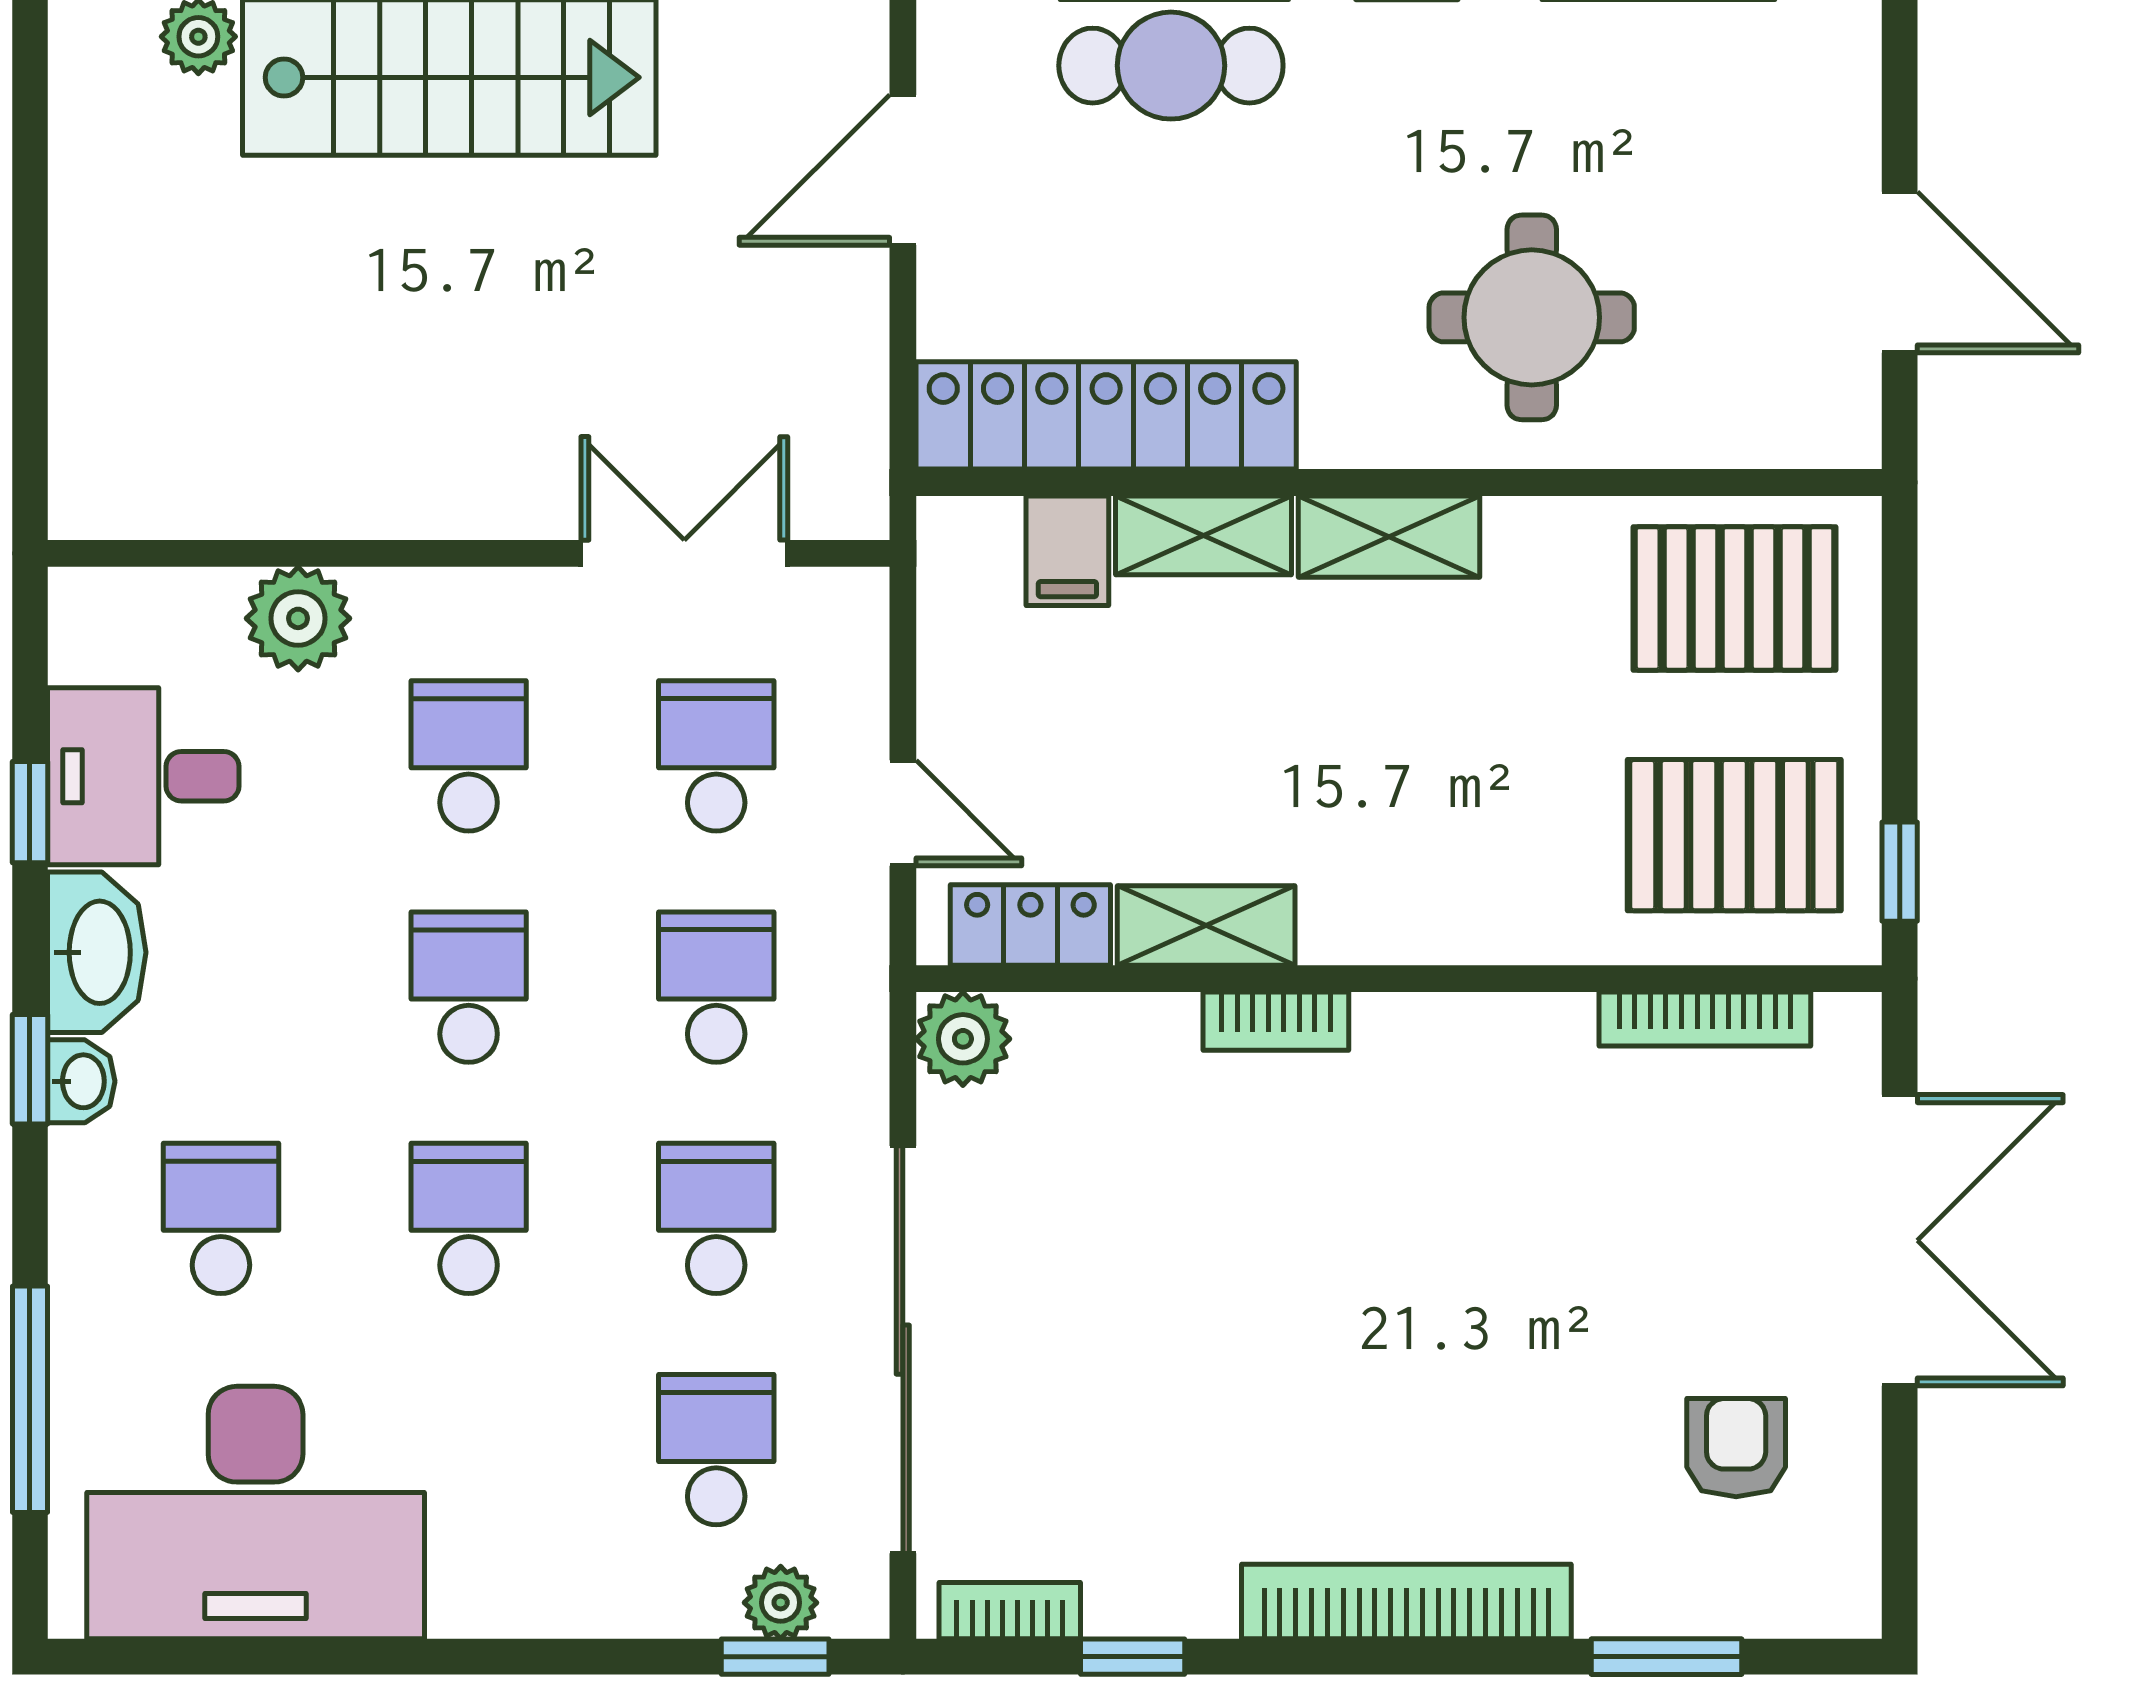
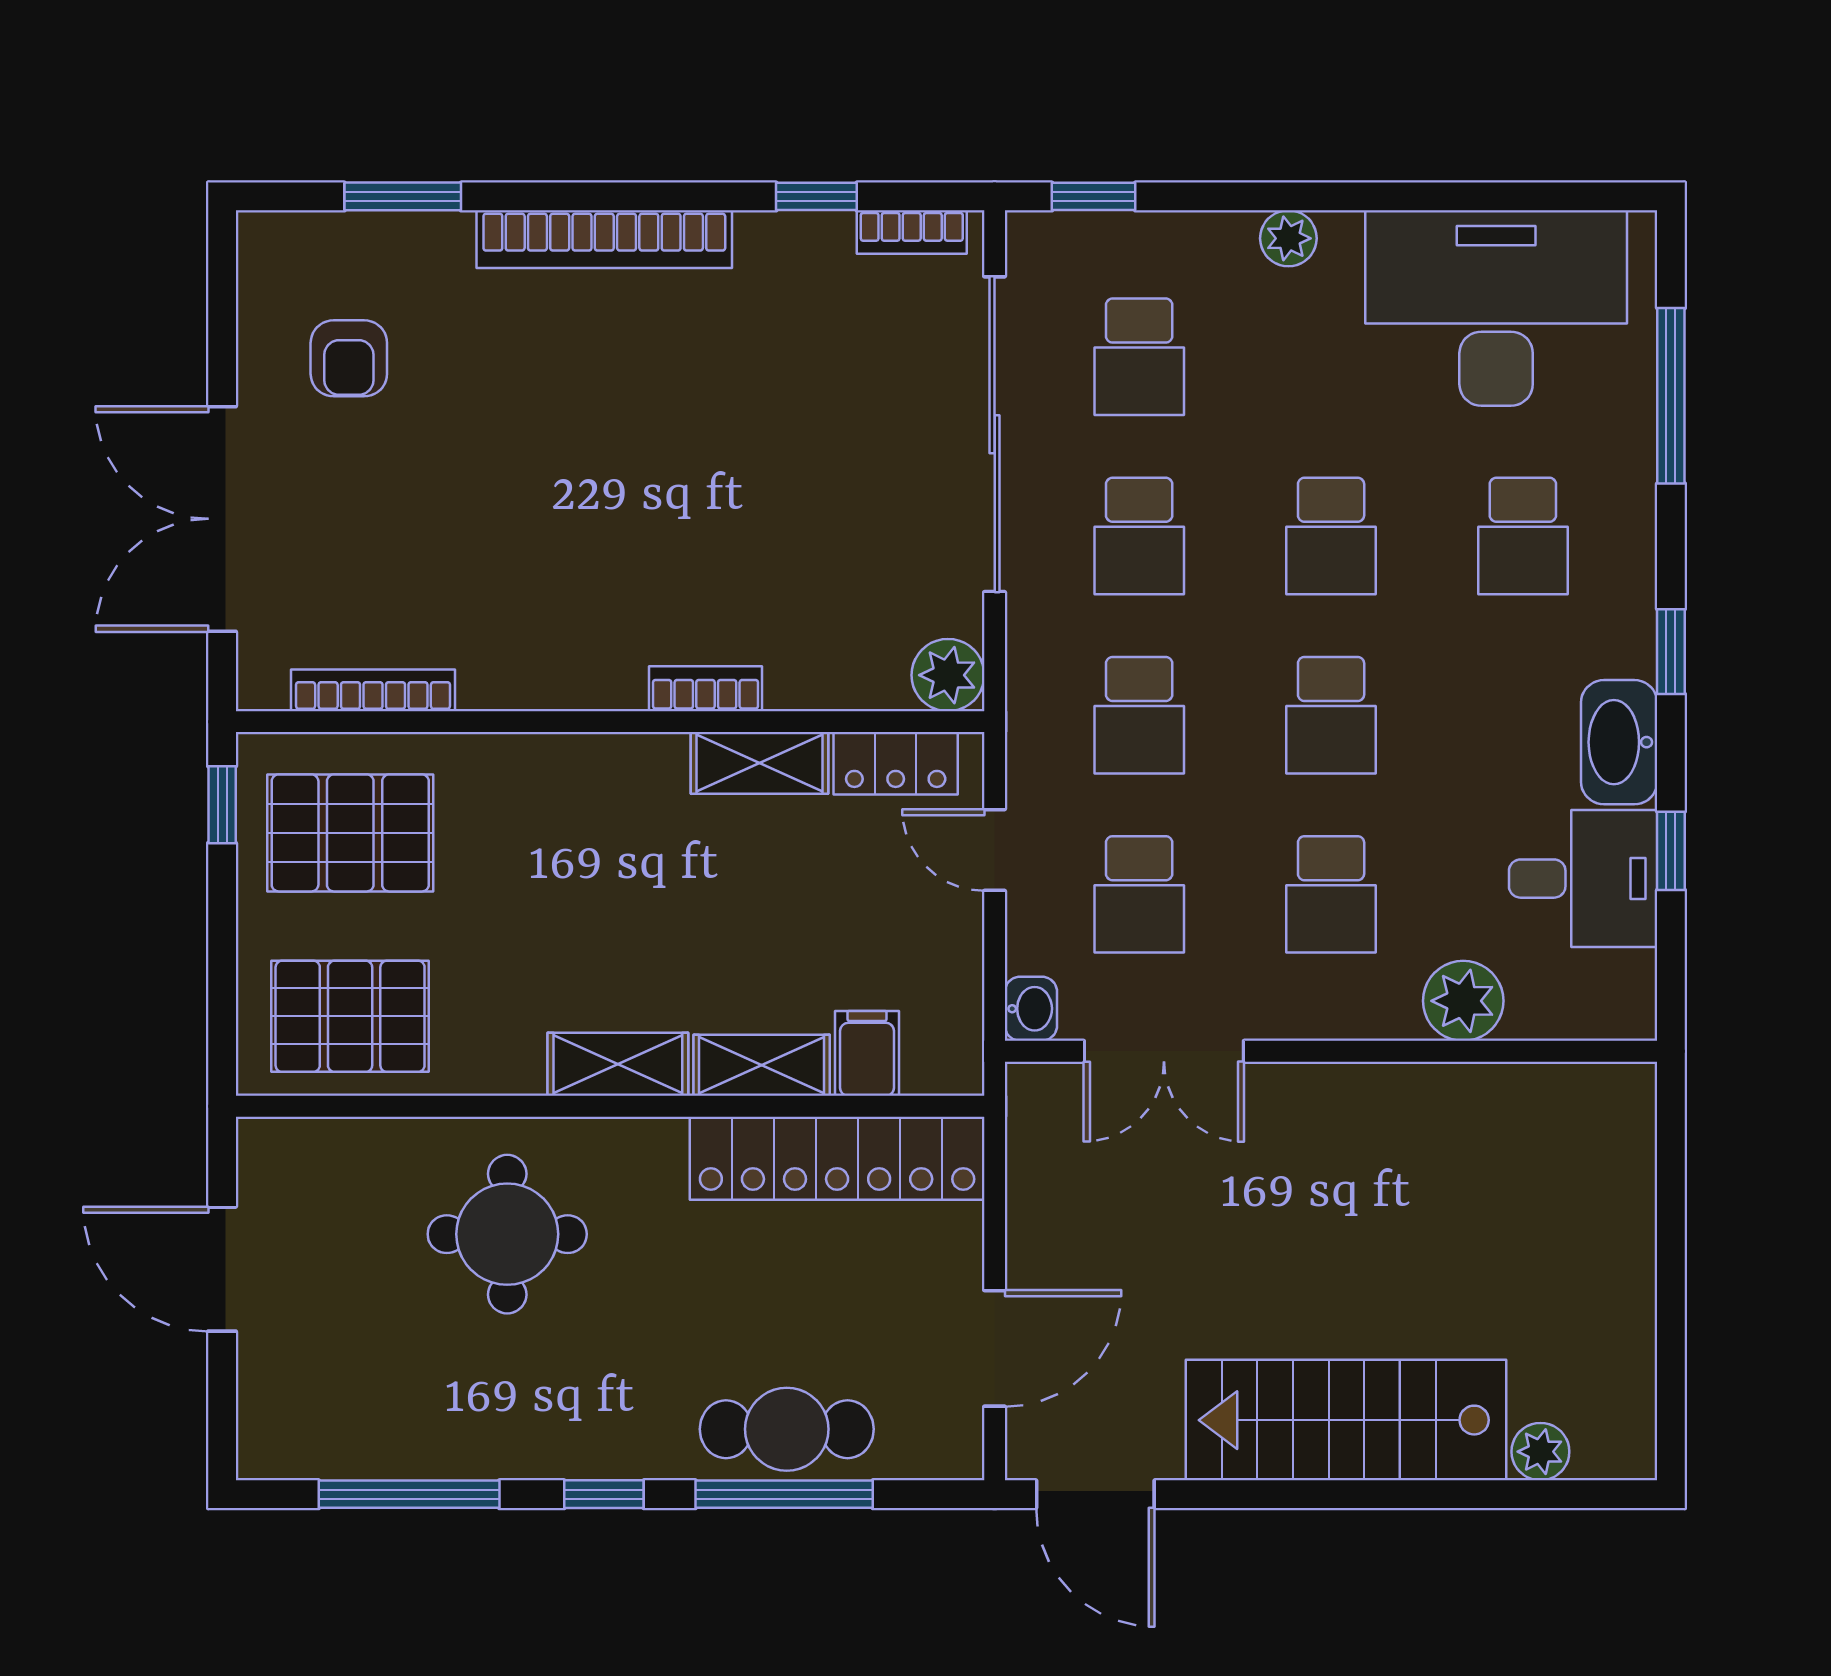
washbasin: (81, 1081) -> (1031, 1009), moved, turned 180
plant: (781, 1603) -> (1288, 238), moved

